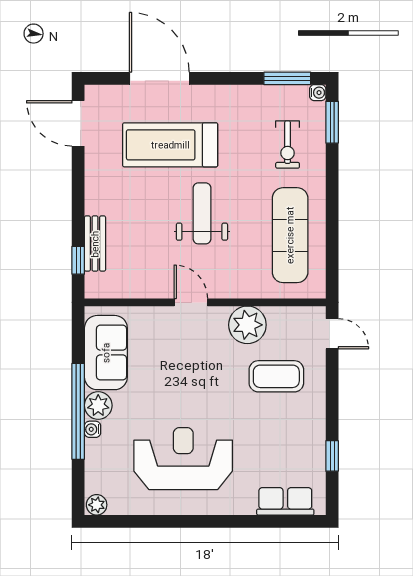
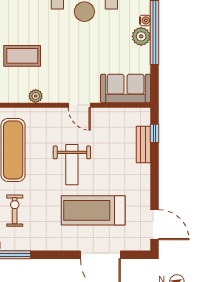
treadmill: (170, 145) -> (93, 210), turned 180
plant: (247, 325) -> (36, 96), width x0.53, depth x0.53
sofa: (106, 353) -> (126, 88), moved, turned 90

